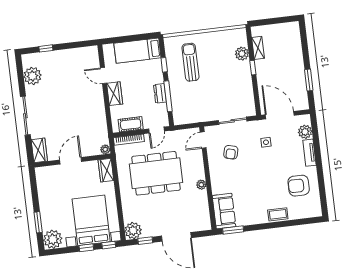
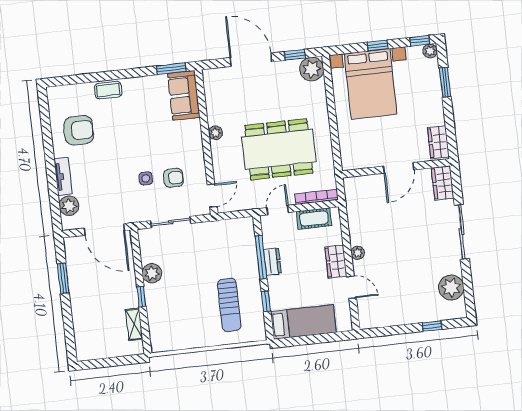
plant: (242, 54) -> (152, 273), moved
side table: (266, 142) -> (146, 178), moved
plant: (105, 149) -> (358, 253), moved
armchair: (231, 152) -> (173, 178), turned 76
wardrobe: (106, 170) -> (438, 142), moved, turned 180
plant: (53, 239) -> (430, 51), width x0.53, depth x0.53
window: (109, 245) -> (420, 41), moved

